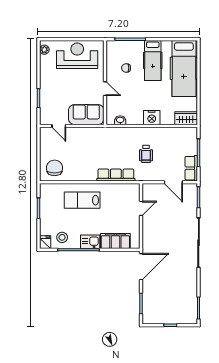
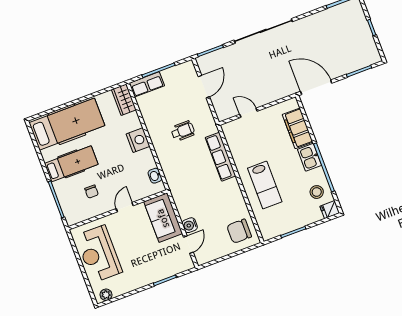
water cooler: (73, 132) -> (190, 225), added
row of seats: (191, 168) -> (147, 84), moved

